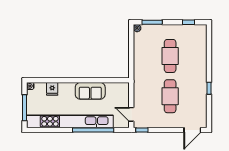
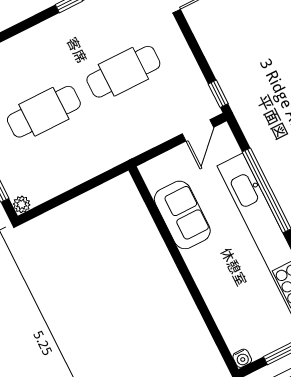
fridge: (52, 89) -> (226, 312), removed
sofa: (90, 91) -> (182, 215), moved

